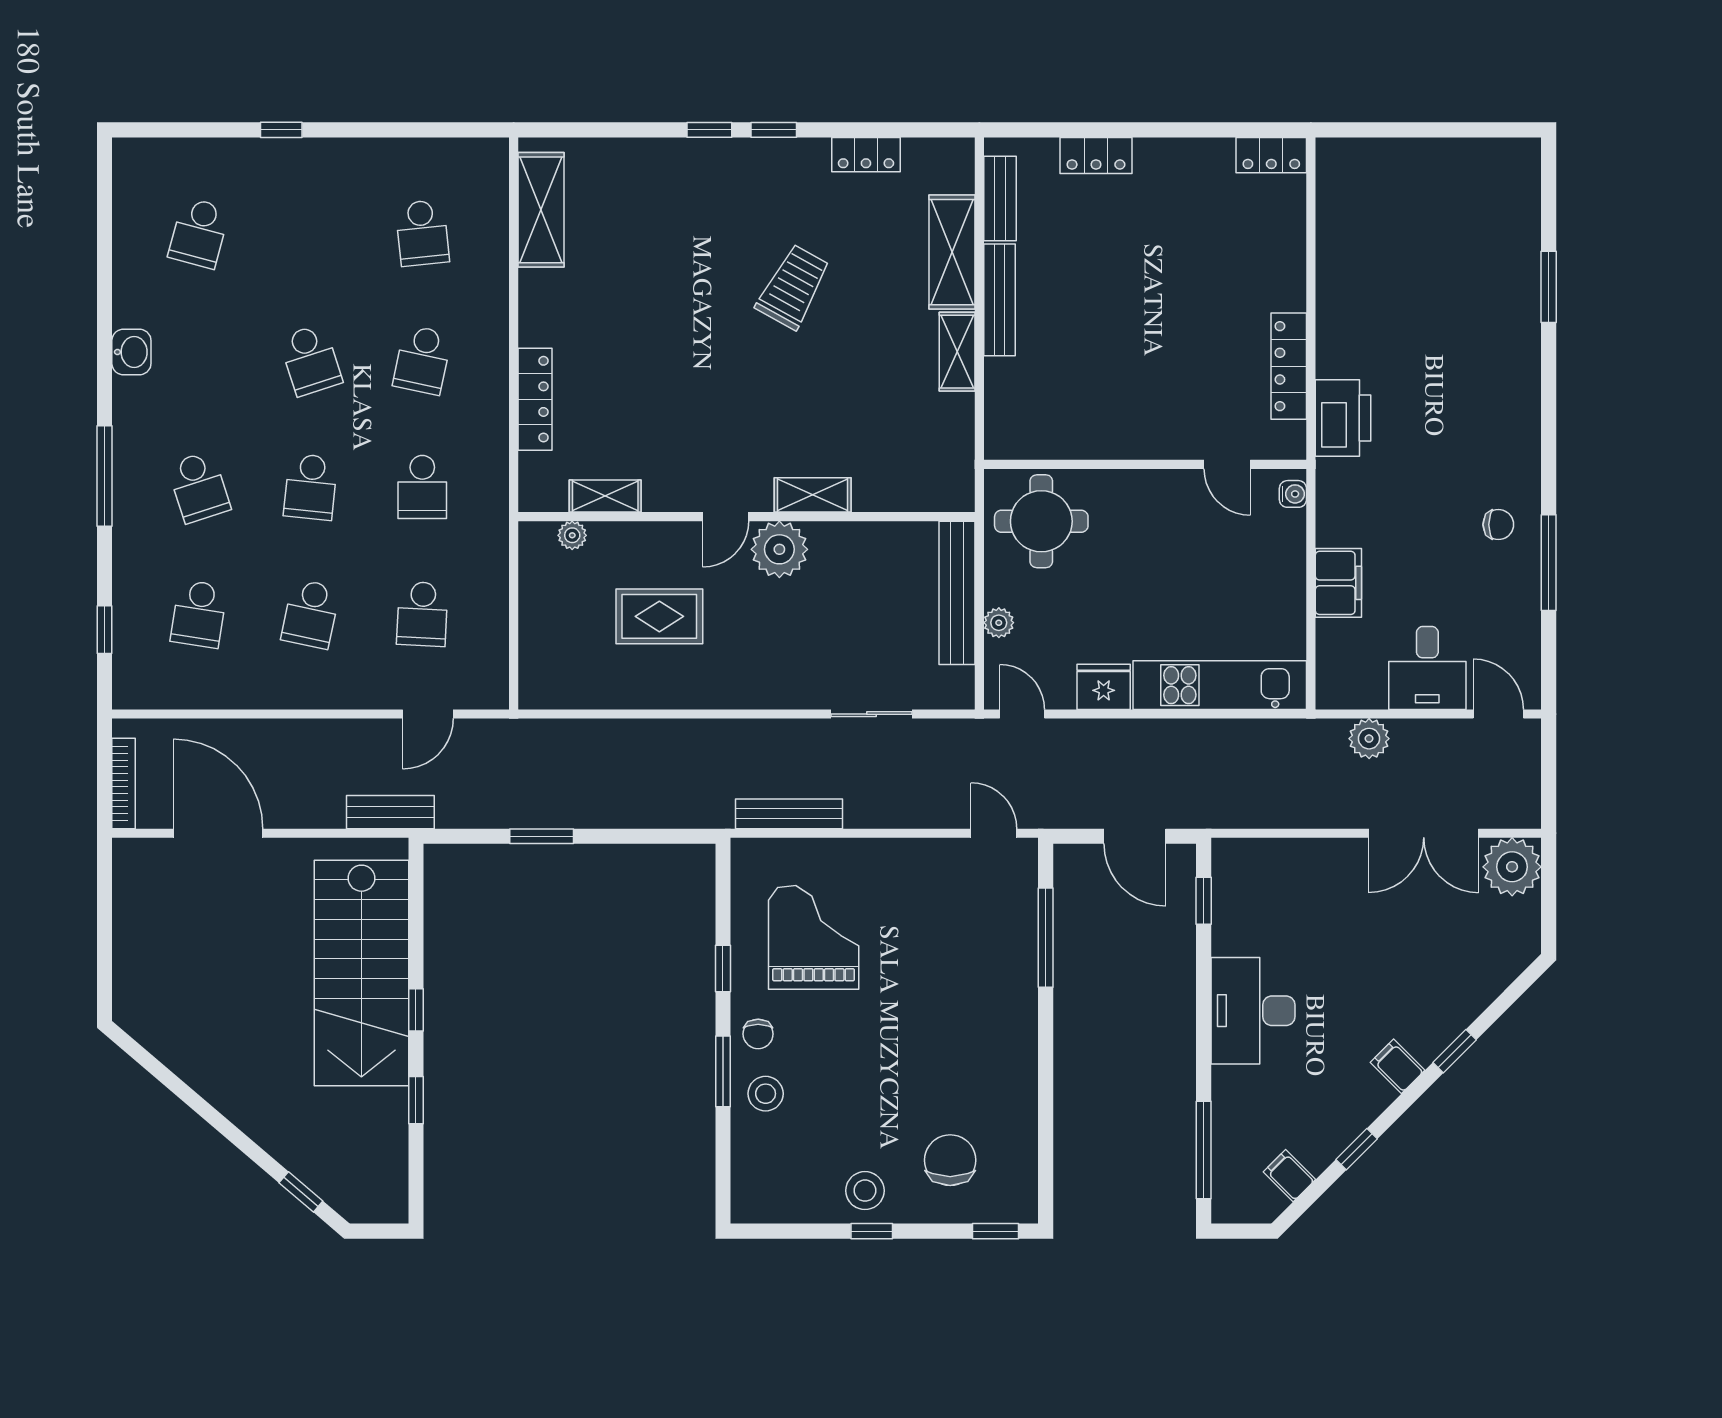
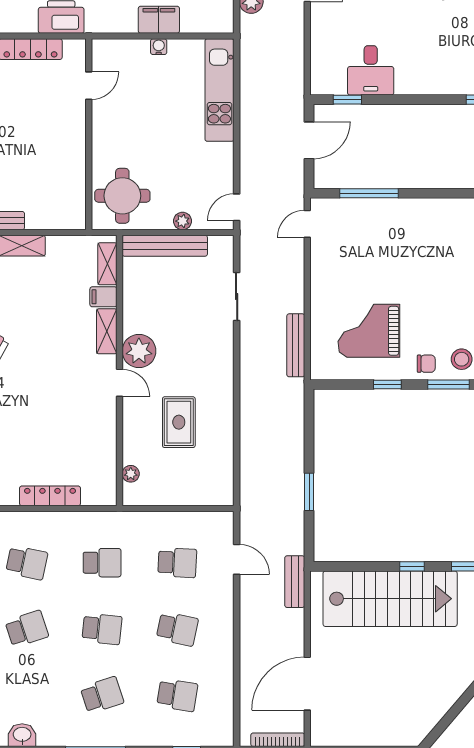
filing cabinet: (871, 489) -> (103, 297), added
water cooler: (1293, 494) -> (159, 47), moved
shelving: (605, 496) -> (107, 264), moved
fridge: (1104, 687) -> (220, 159), removed
desk: (1253, 1011) -> (371, 70), moved, width x0.73

